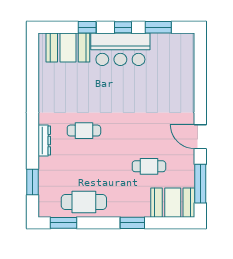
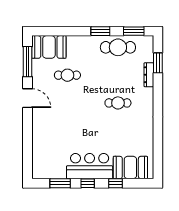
dresser: (44, 141) -> (149, 75), moved
window: (132, 223) -> (100, 31), moved

